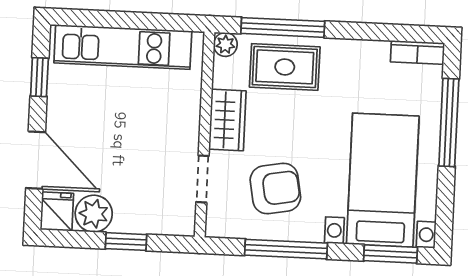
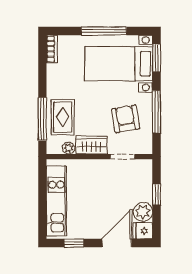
plant: (225, 44) -> (69, 148), moved
window: (449, 122) -> (104, 31), moved

